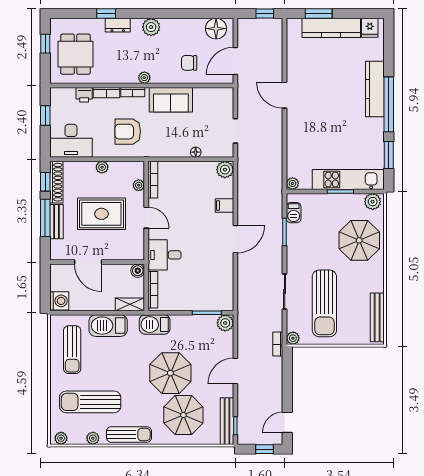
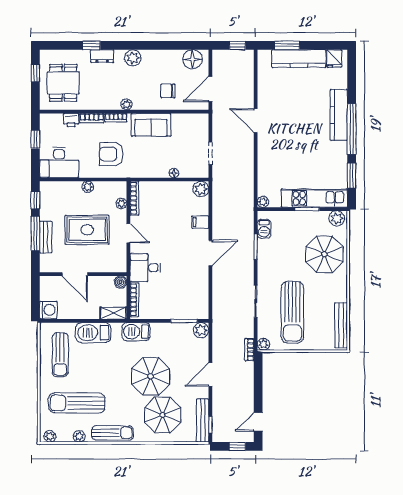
shoe rack: (56, 182) -> (46, 201), removed

